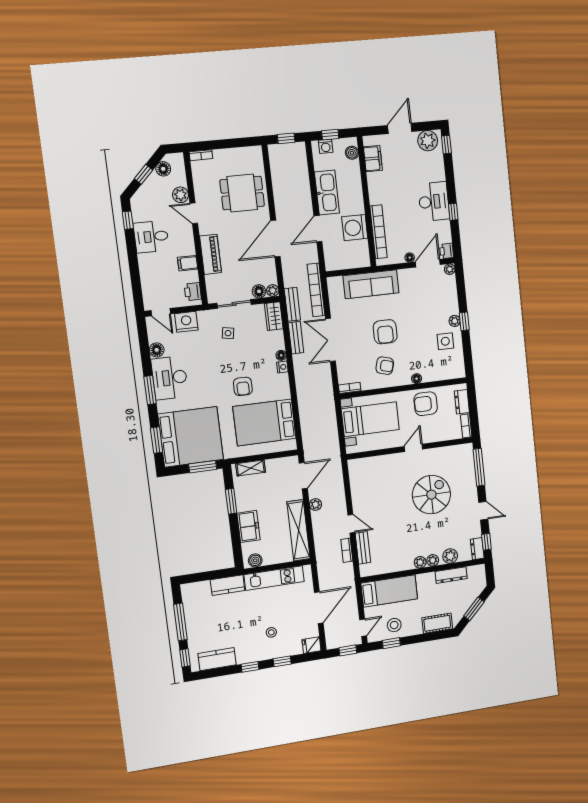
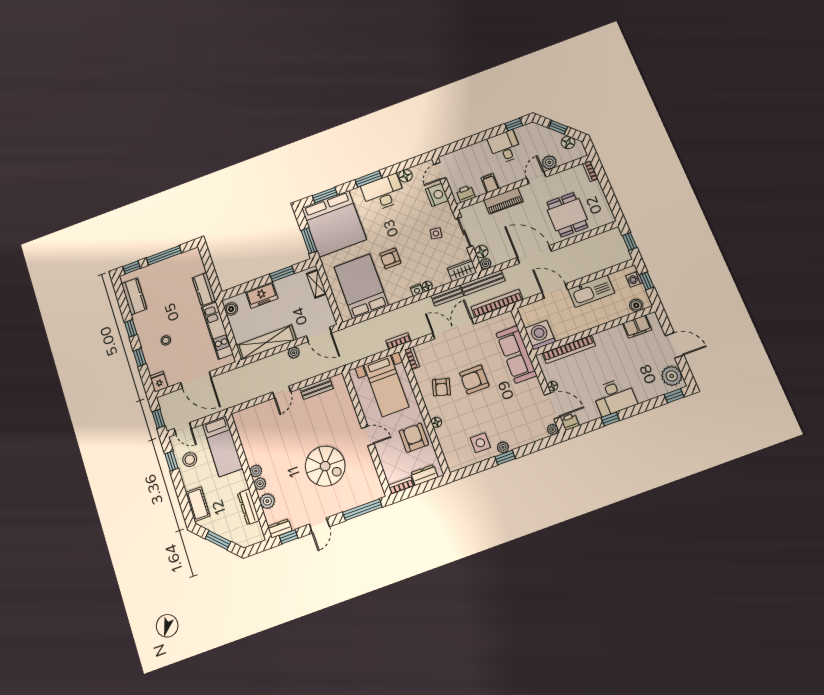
washing machine: (355, 228) -> (540, 335), moved
bench: (292, 304) -> (483, 283), width x1.36
bench: (363, 548) -> (316, 388), moved
bookcase: (347, 550) -> (398, 341), moved

